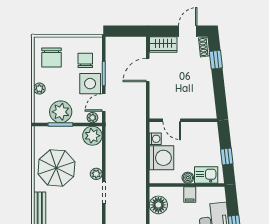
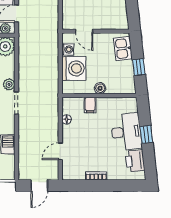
kitchen sink: (206, 175) -> (123, 49), moved, turned -96
filing cabinet: (190, 195) -> (90, 105), moved
floor lamp: (158, 205) -> (67, 119), width x0.53, depth x0.53

